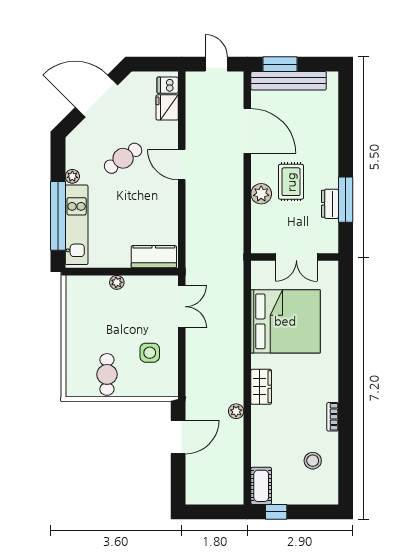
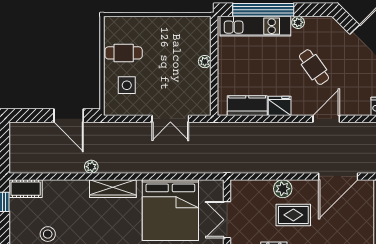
fridge: (167, 107) -> (280, 106), moved
door: (182, 165) -> (326, 119), moved
kitchen counter: (154, 257) -> (247, 106), moved, turned -90
double door: (182, 307) -> (170, 119), moved
side table: (150, 353) -> (127, 85), moved
wardrobe: (261, 387) -> (113, 189), width x1.50

